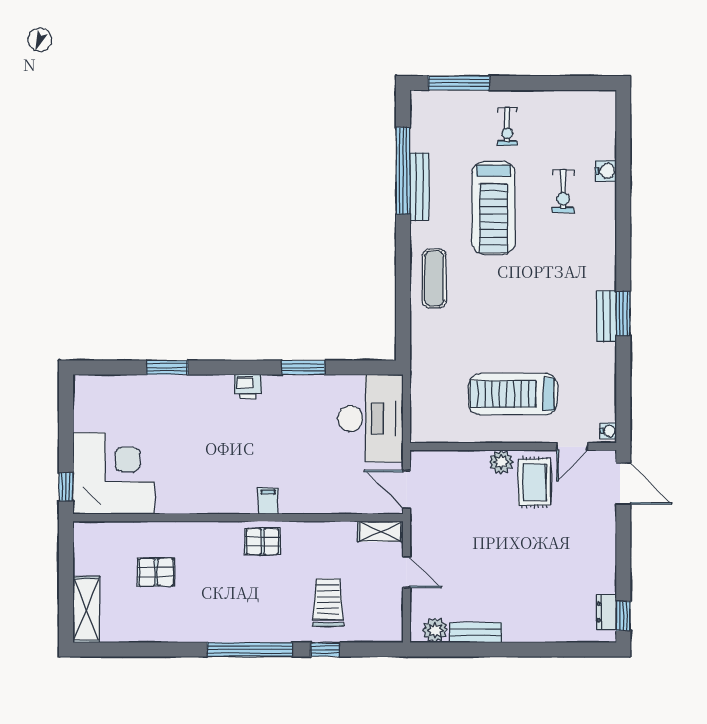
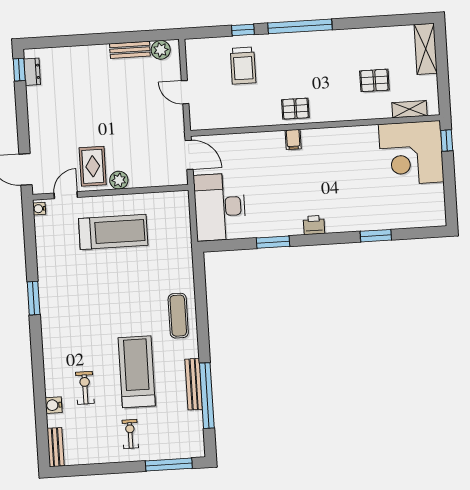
bench: (607, 316) -> (56, 447), moved
shelving: (380, 531) -> (409, 109), moved

